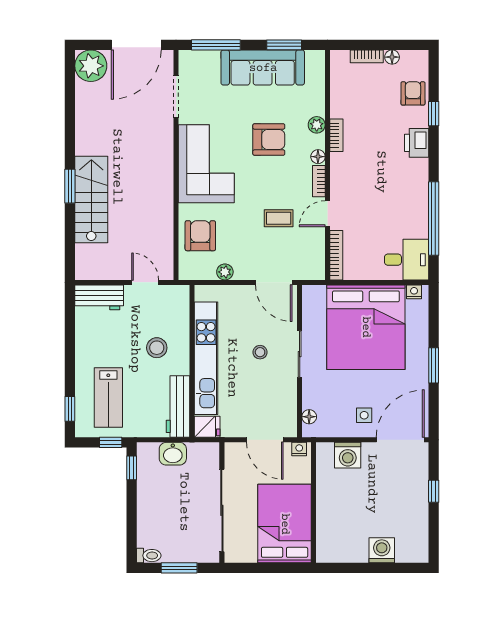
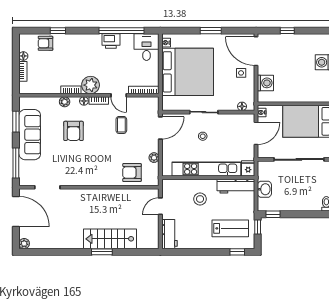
plant: (91, 66) -> (24, 244), width x0.53, depth x0.53
armchair: (269, 140) -> (73, 131), turned 180
printer: (417, 143) -> (111, 41), moved
corner sofa: (206, 164) -> (88, 169), removed
plant: (344, 168) -> (91, 85), added

